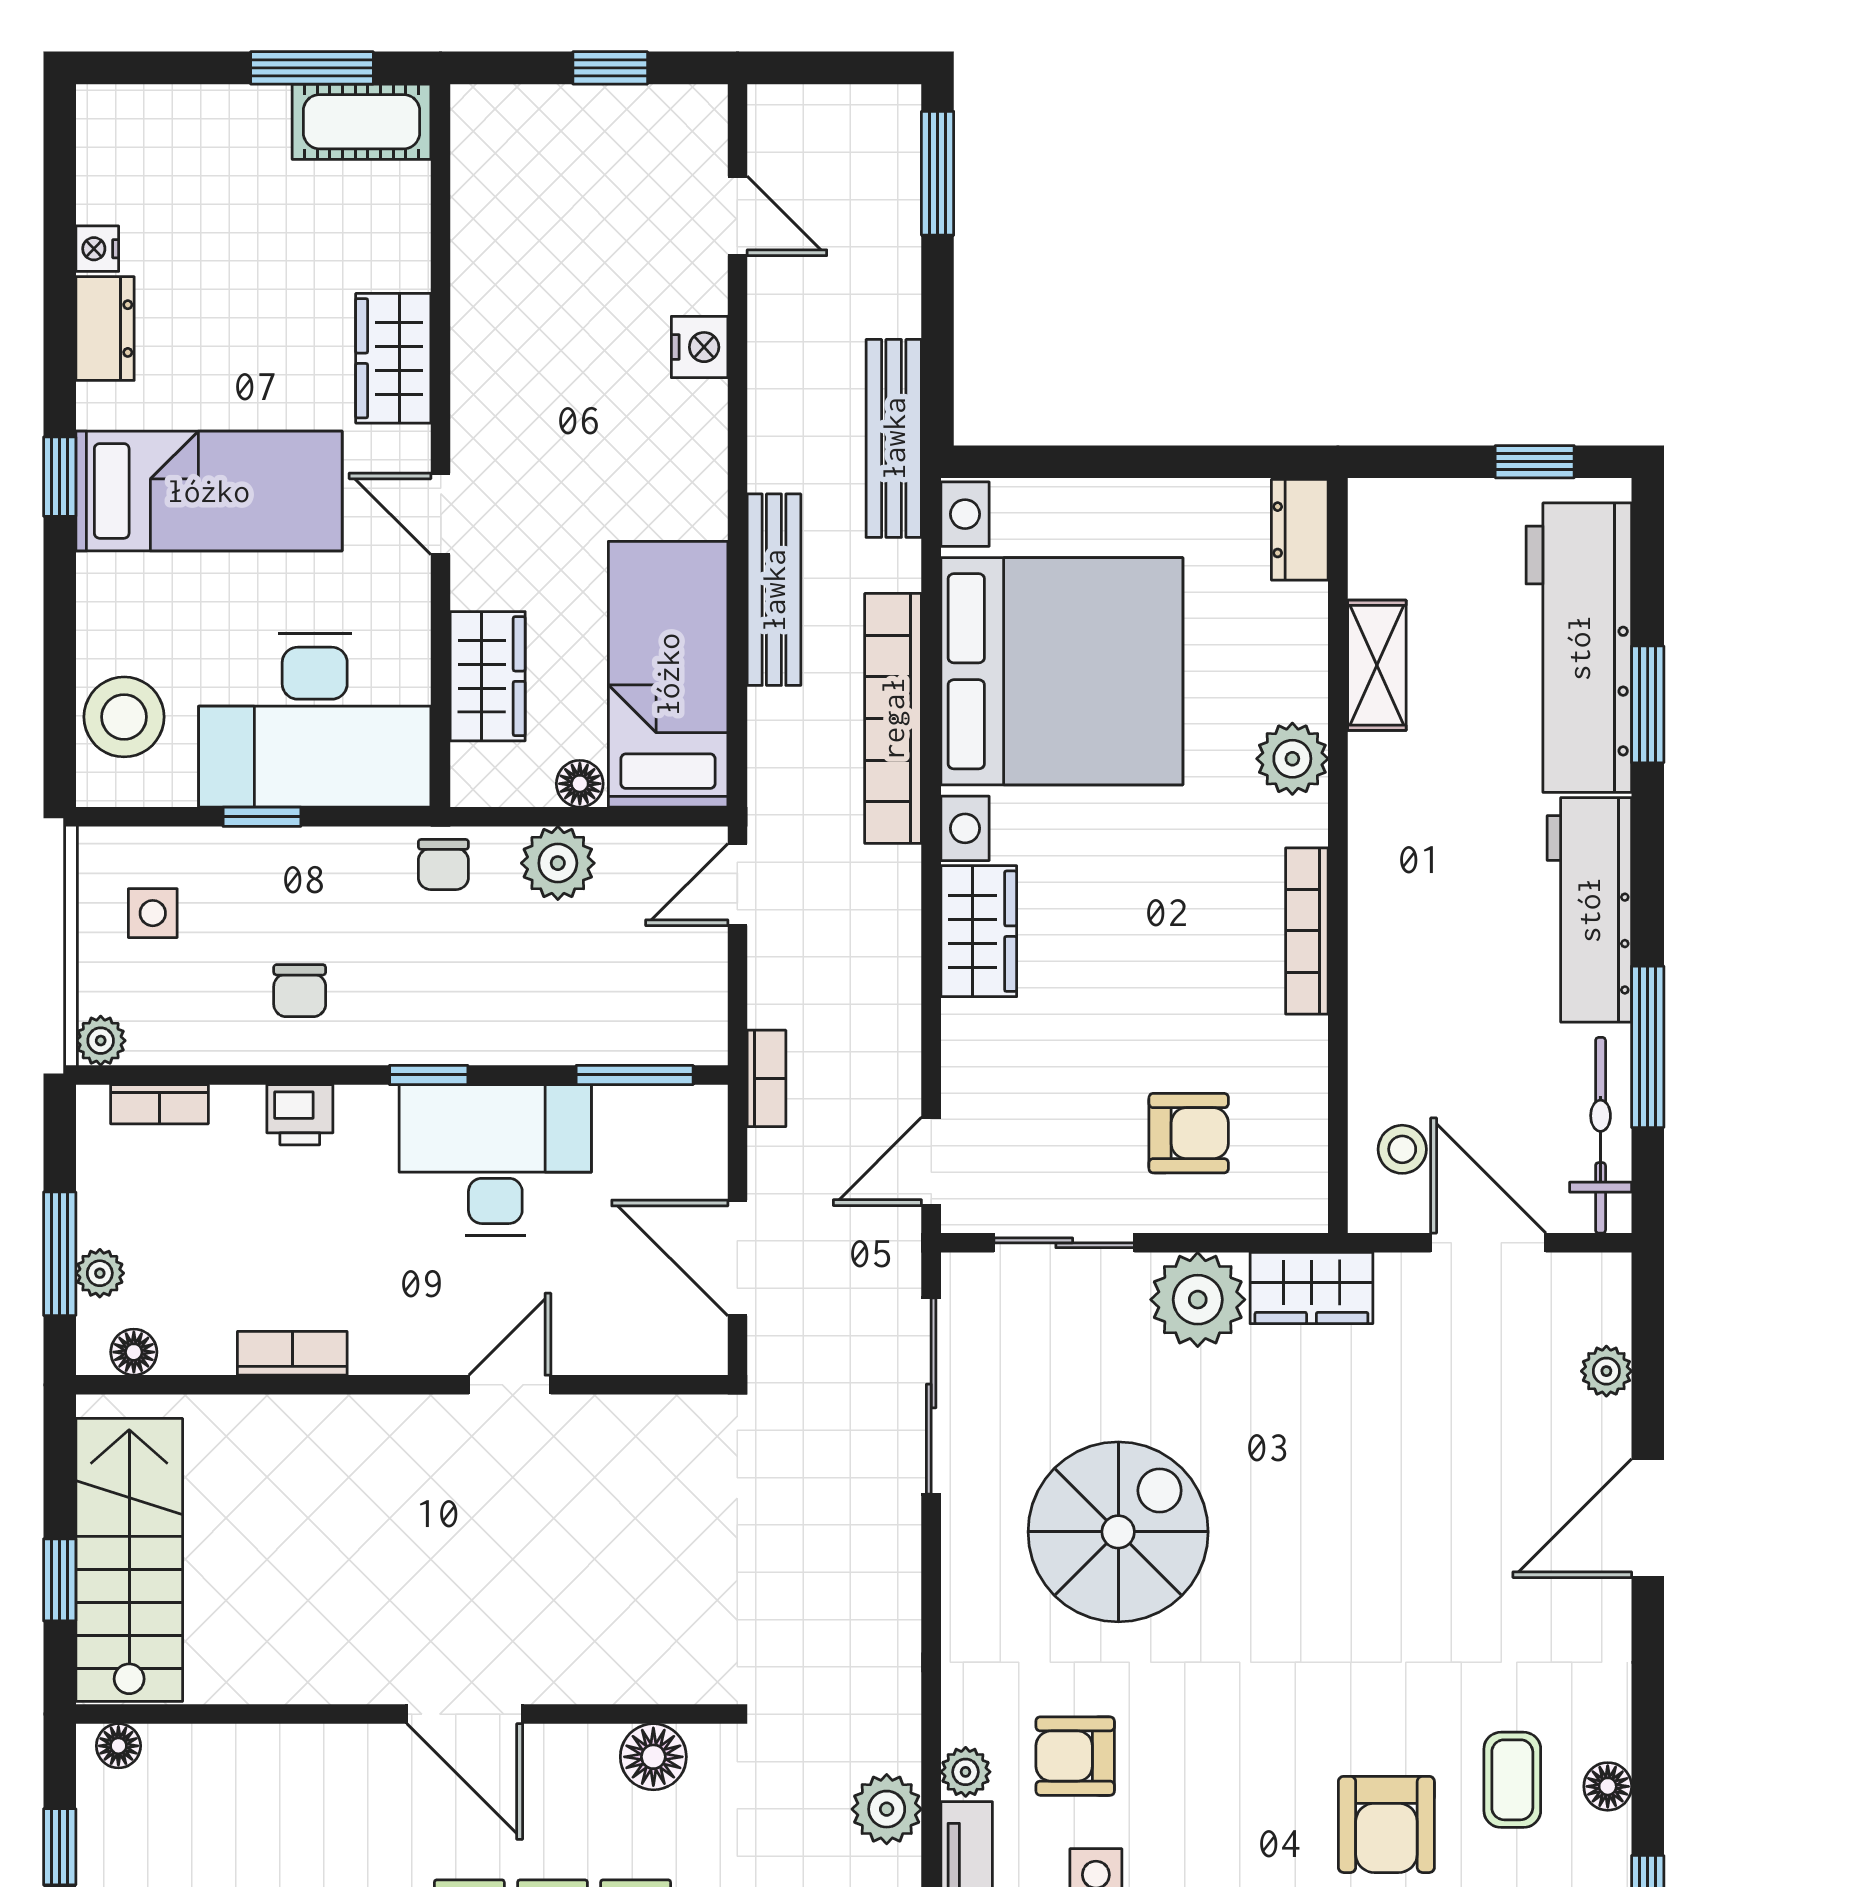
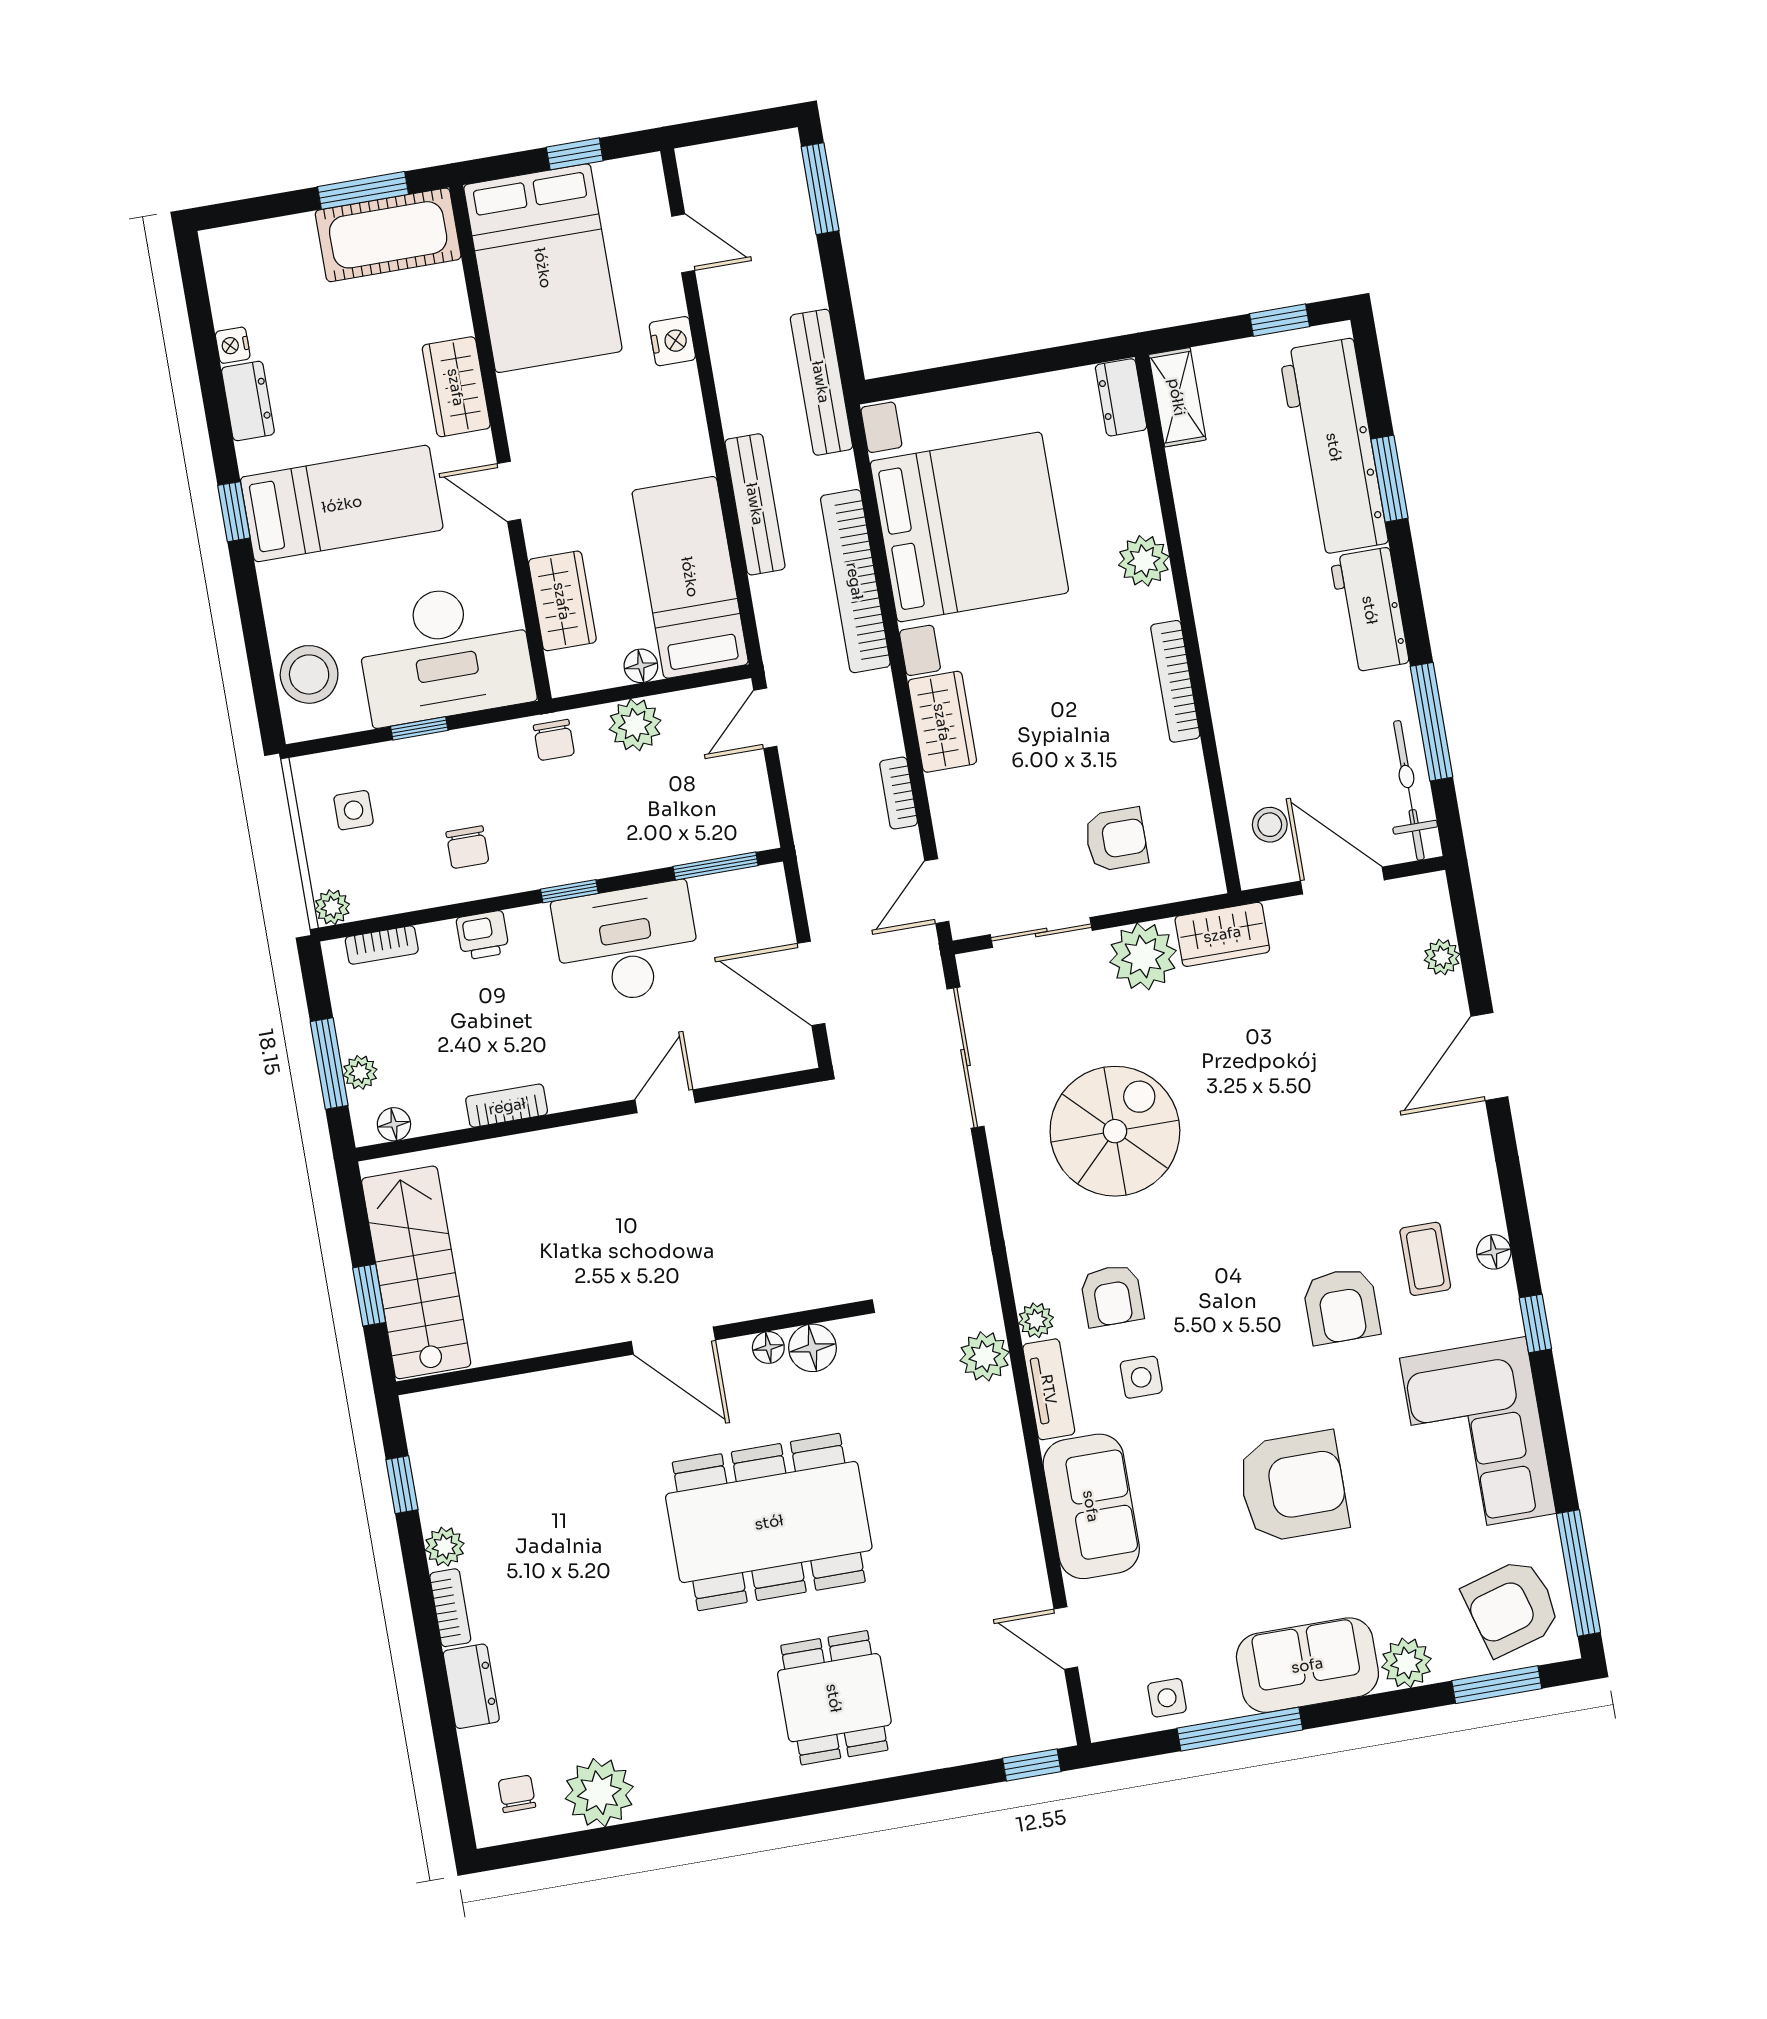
cot: (362, 122) -> (388, 235), width x1.37, depth x1.34
bed: (540, 217) -> (543, 268), added
shelving: (1377, 665) -> (1177, 397), moved
workbench: (1589, 910) -> (1370, 610), width x0.73
bookcase: (766, 1078) -> (899, 793), moved, turned 180
floor lamp: (118, 1746) -> (768, 1347), moved
armchair: (1075, 1756) -> (1112, 1296), turned -90

